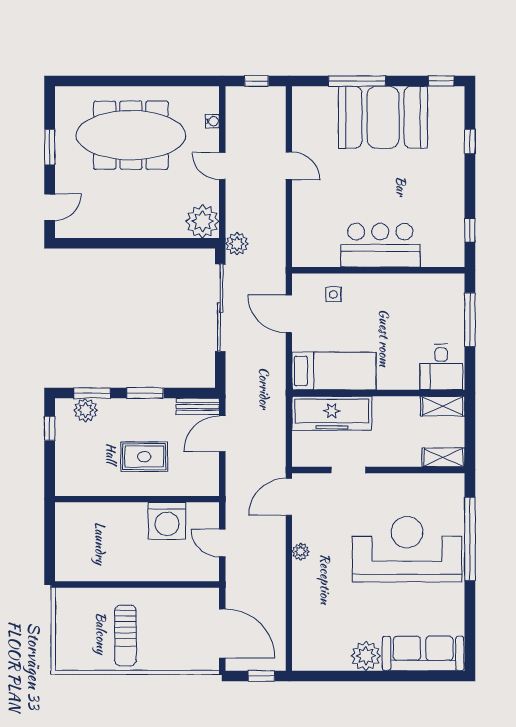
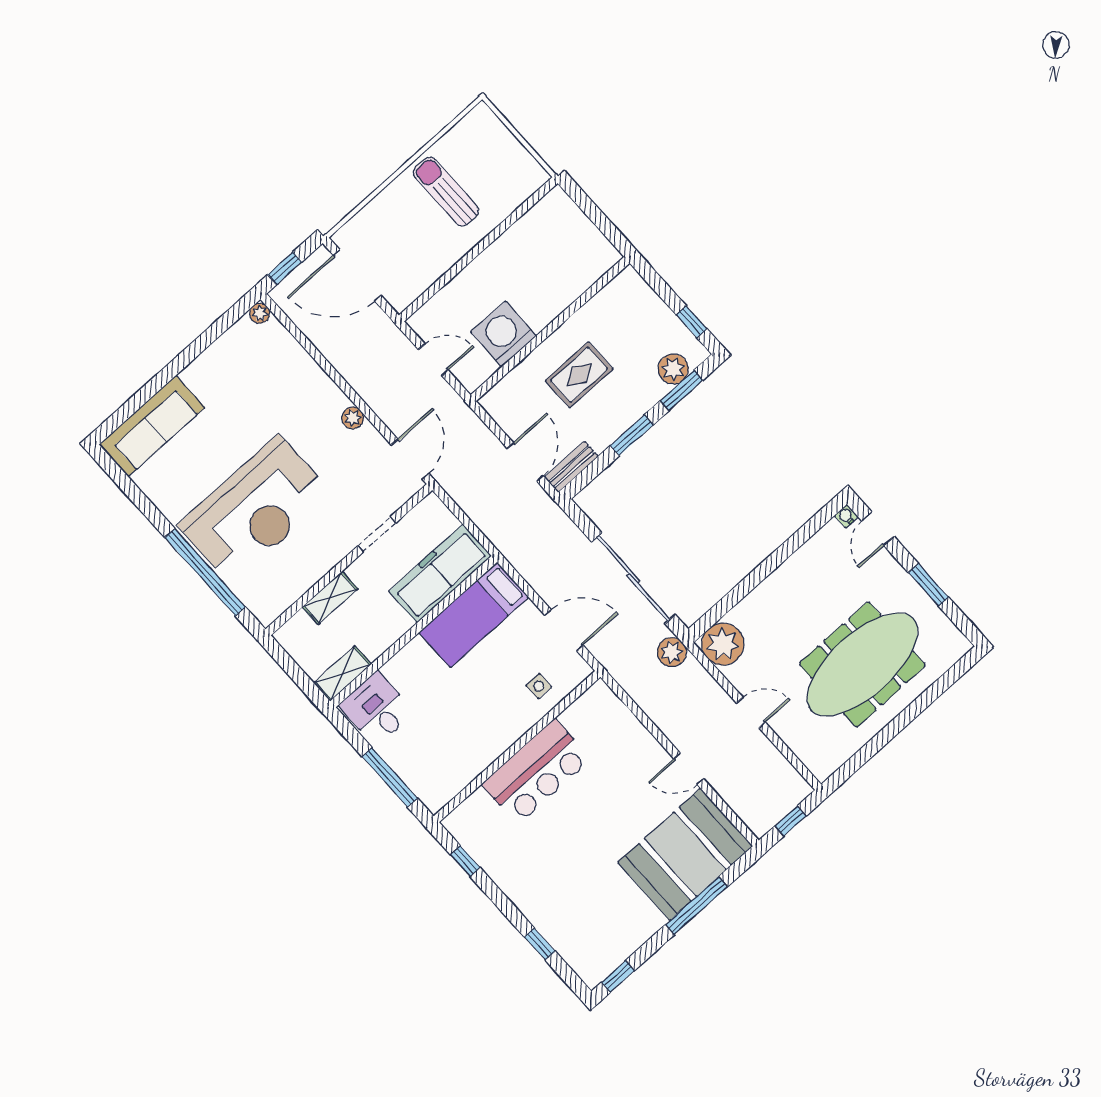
booth: (383, 117) -> (685, 854), moved
water cooler: (212, 121) -> (846, 516), moved, turned 90
shelving: (443, 457) -> (330, 598), moved
plant: (366, 656) -> (260, 313), moved, width x0.53, depth x0.53

